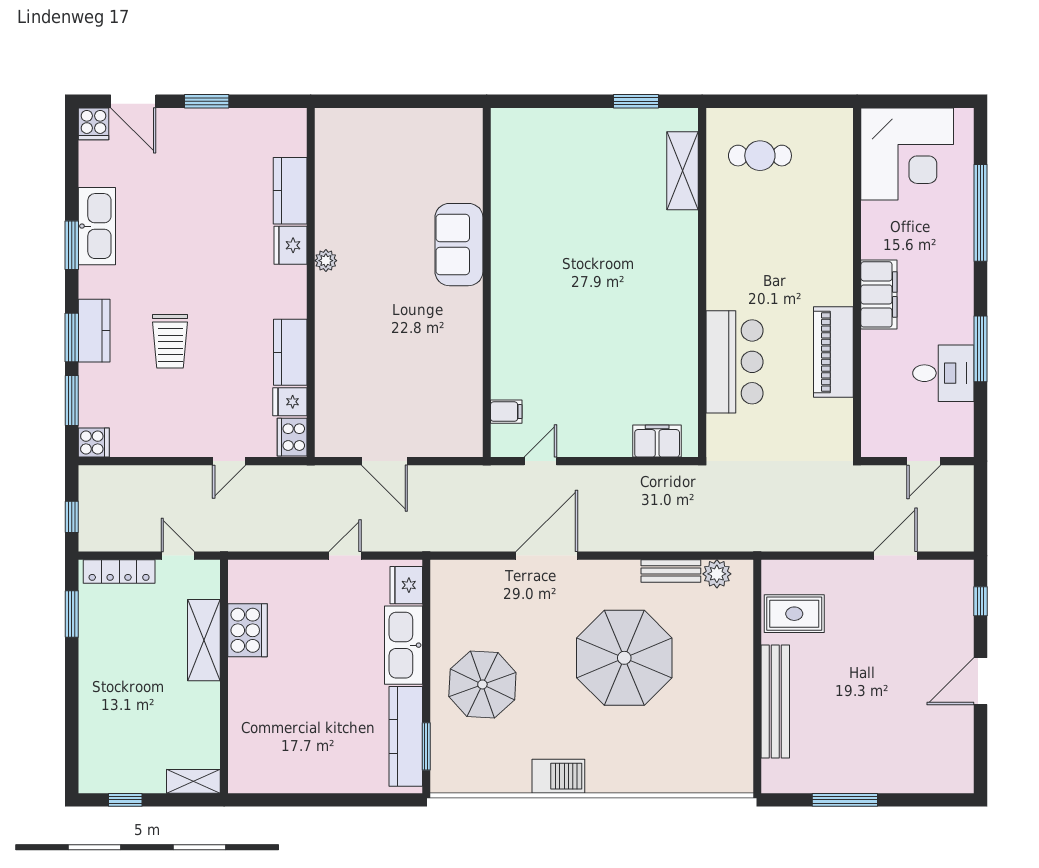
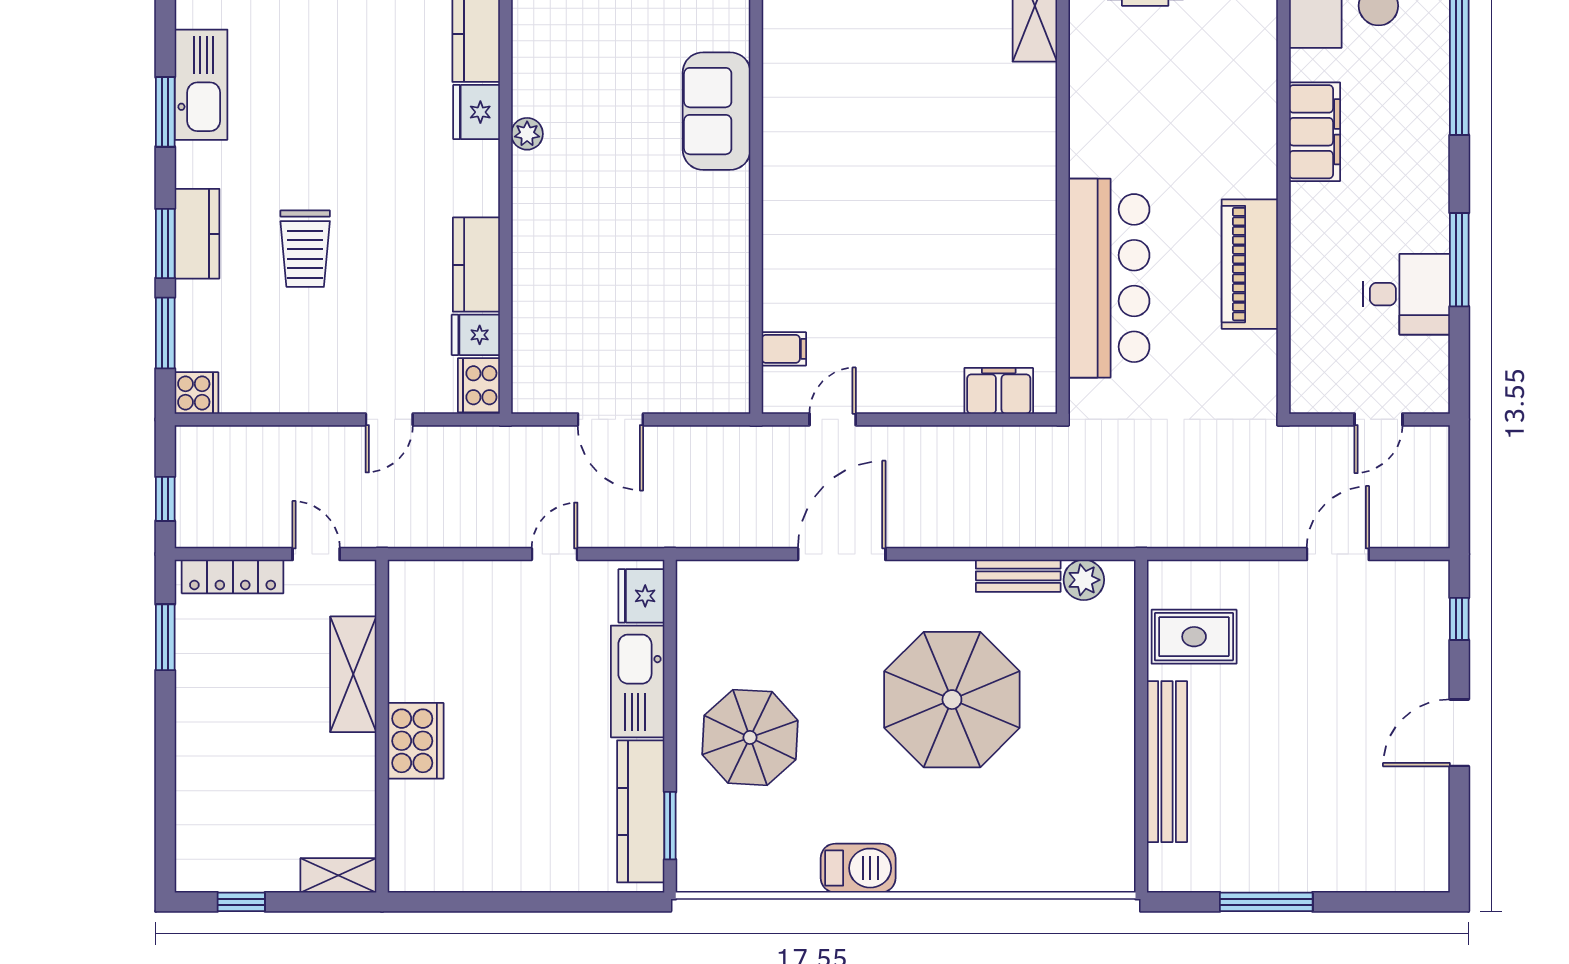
filing cabinet: (879, 294) -> (1315, 132), moved
bar counter: (734, 362) -> (1109, 278), width x1.36
cooker: (248, 630) -> (416, 741), moved

